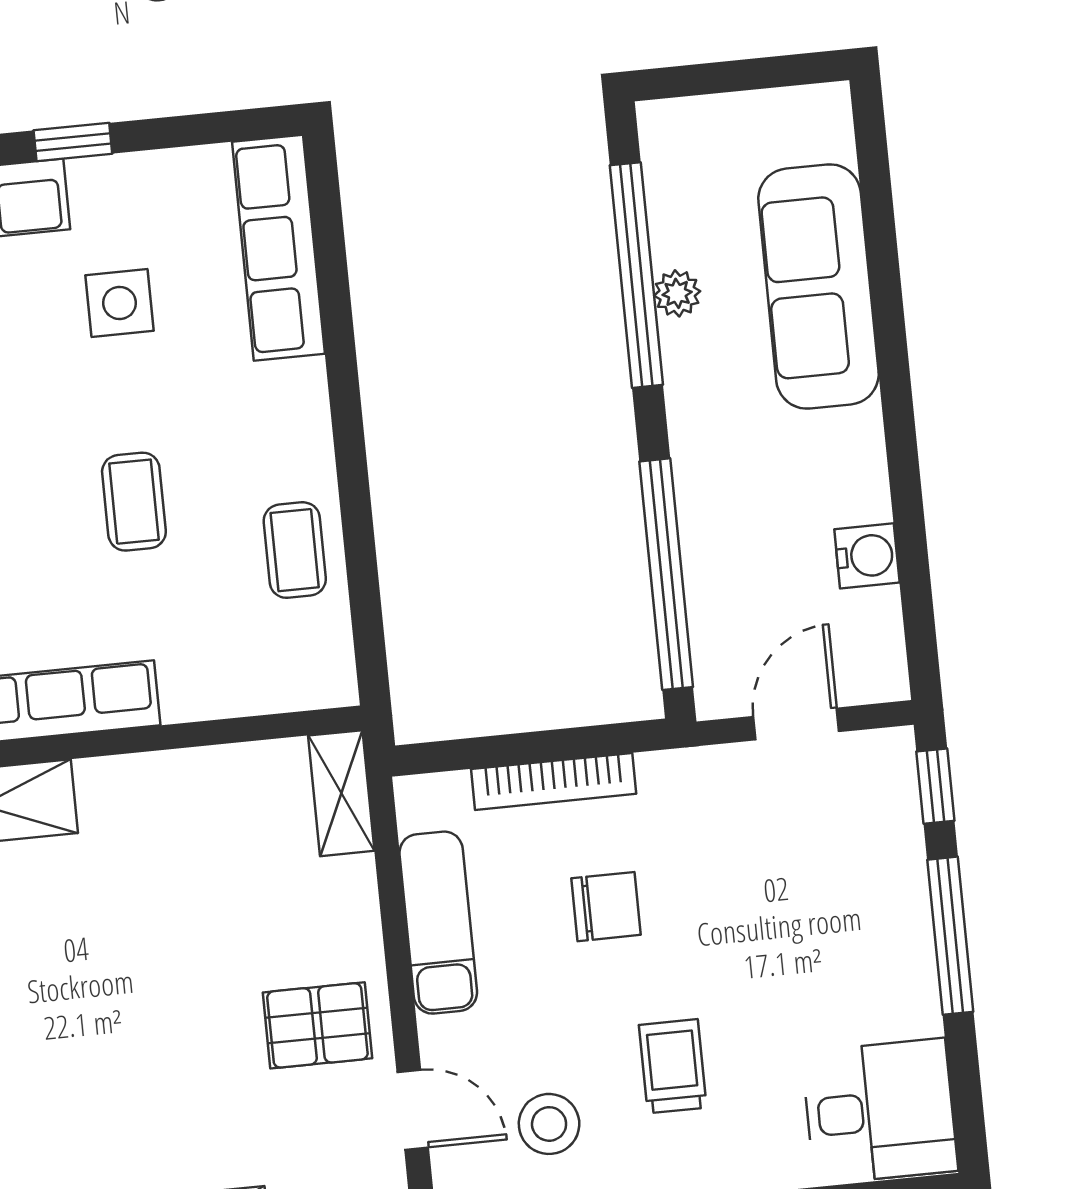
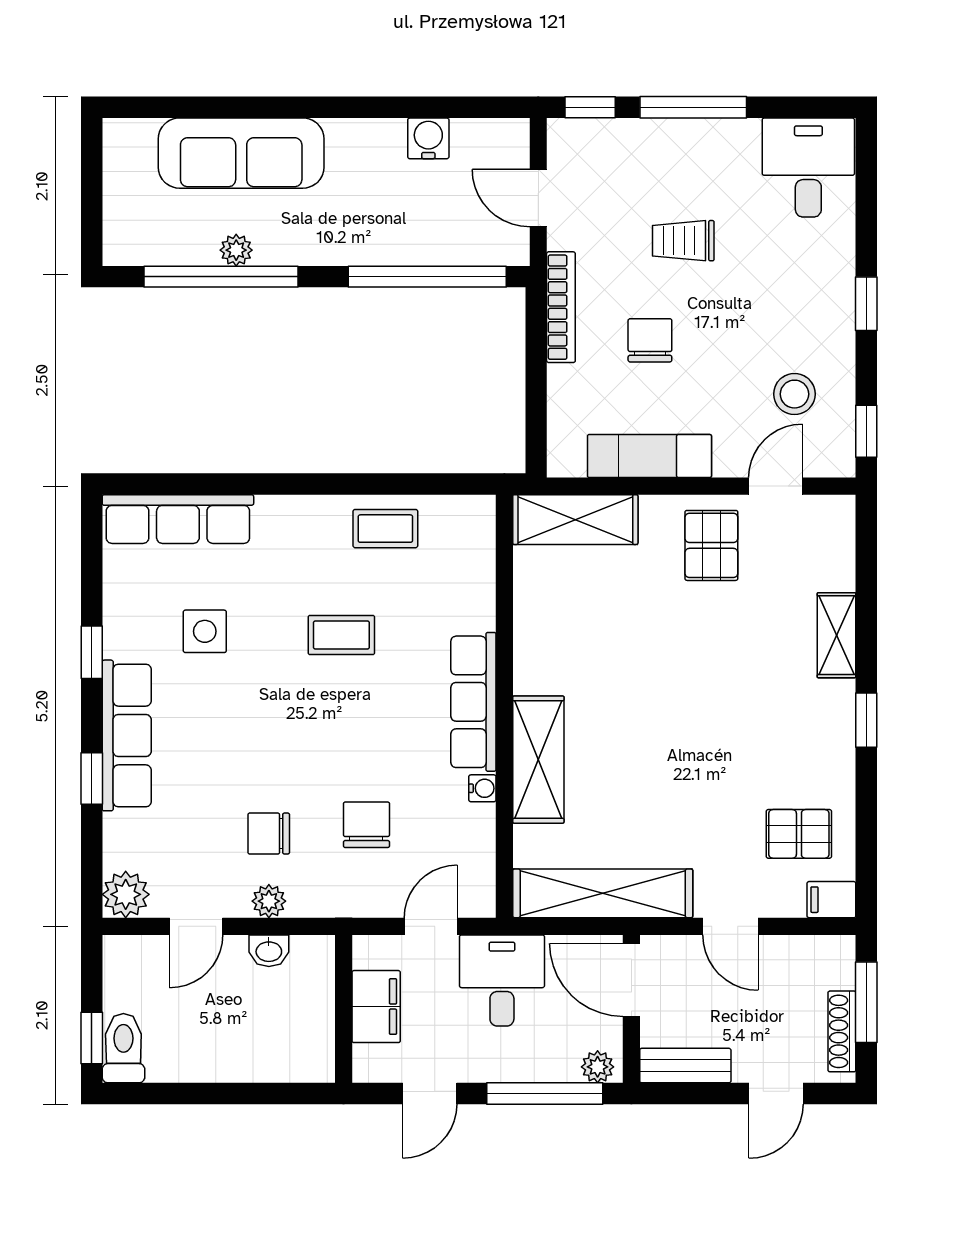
bookcase: (554, 781) -> (561, 307), moved
shelving: (341, 793) -> (575, 520), width x1.50, depth x1.33
trolley: (673, 1066) -> (683, 241), moved

